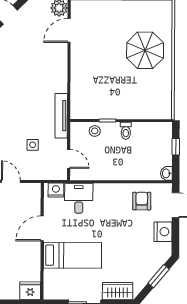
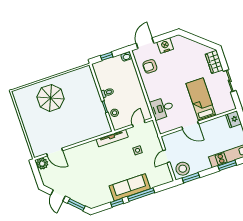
nightstand: (56, 190) -> (162, 125), removed
window: (159, 276) -> (195, 38), removed

